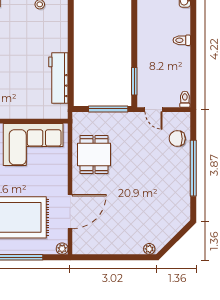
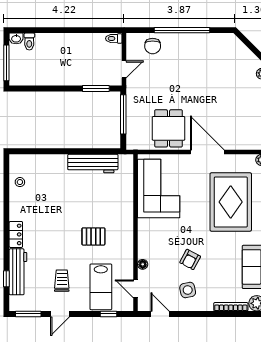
toilet: (182, 40) -> (29, 42), moved
dining table: (94, 155) -> (169, 128), turned 90
door: (70, 212) -> (207, 152), moved

